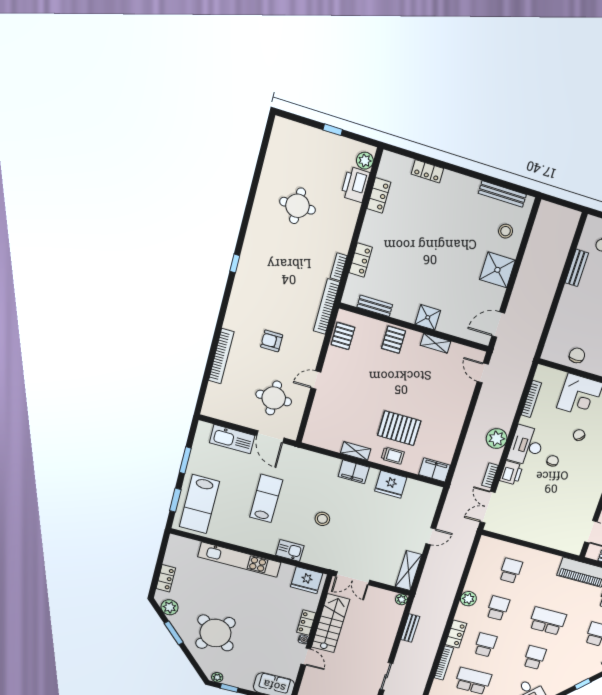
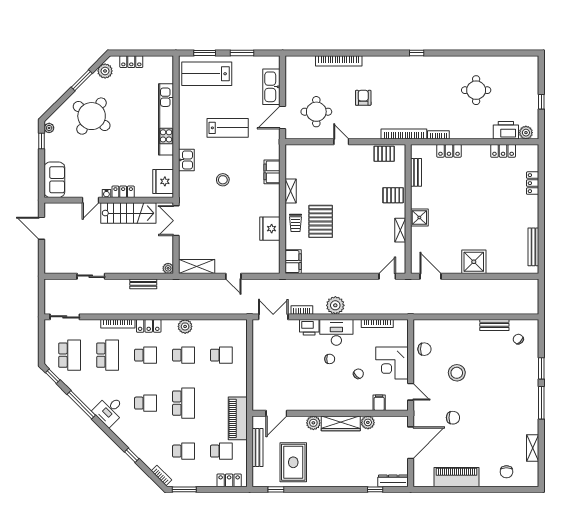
stool: (506, 231) -> (506, 258), removed
filing cabinet: (354, 472) -> (272, 172), moved

